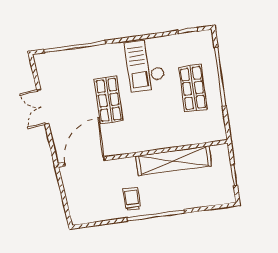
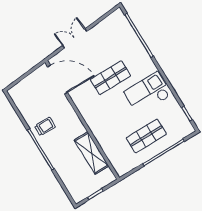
double door: (43, 107) -> (75, 38), moved
shelving: (174, 161) -> (91, 153), width x0.68

